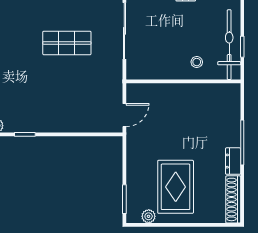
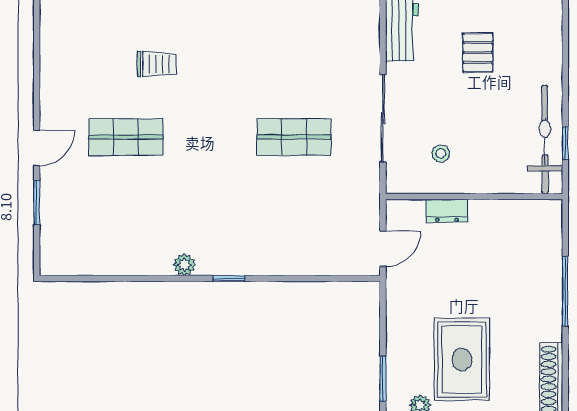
stool: (197, 62) -> (441, 153), moved
dresser: (233, 161) -> (447, 211), moved, turned -90

